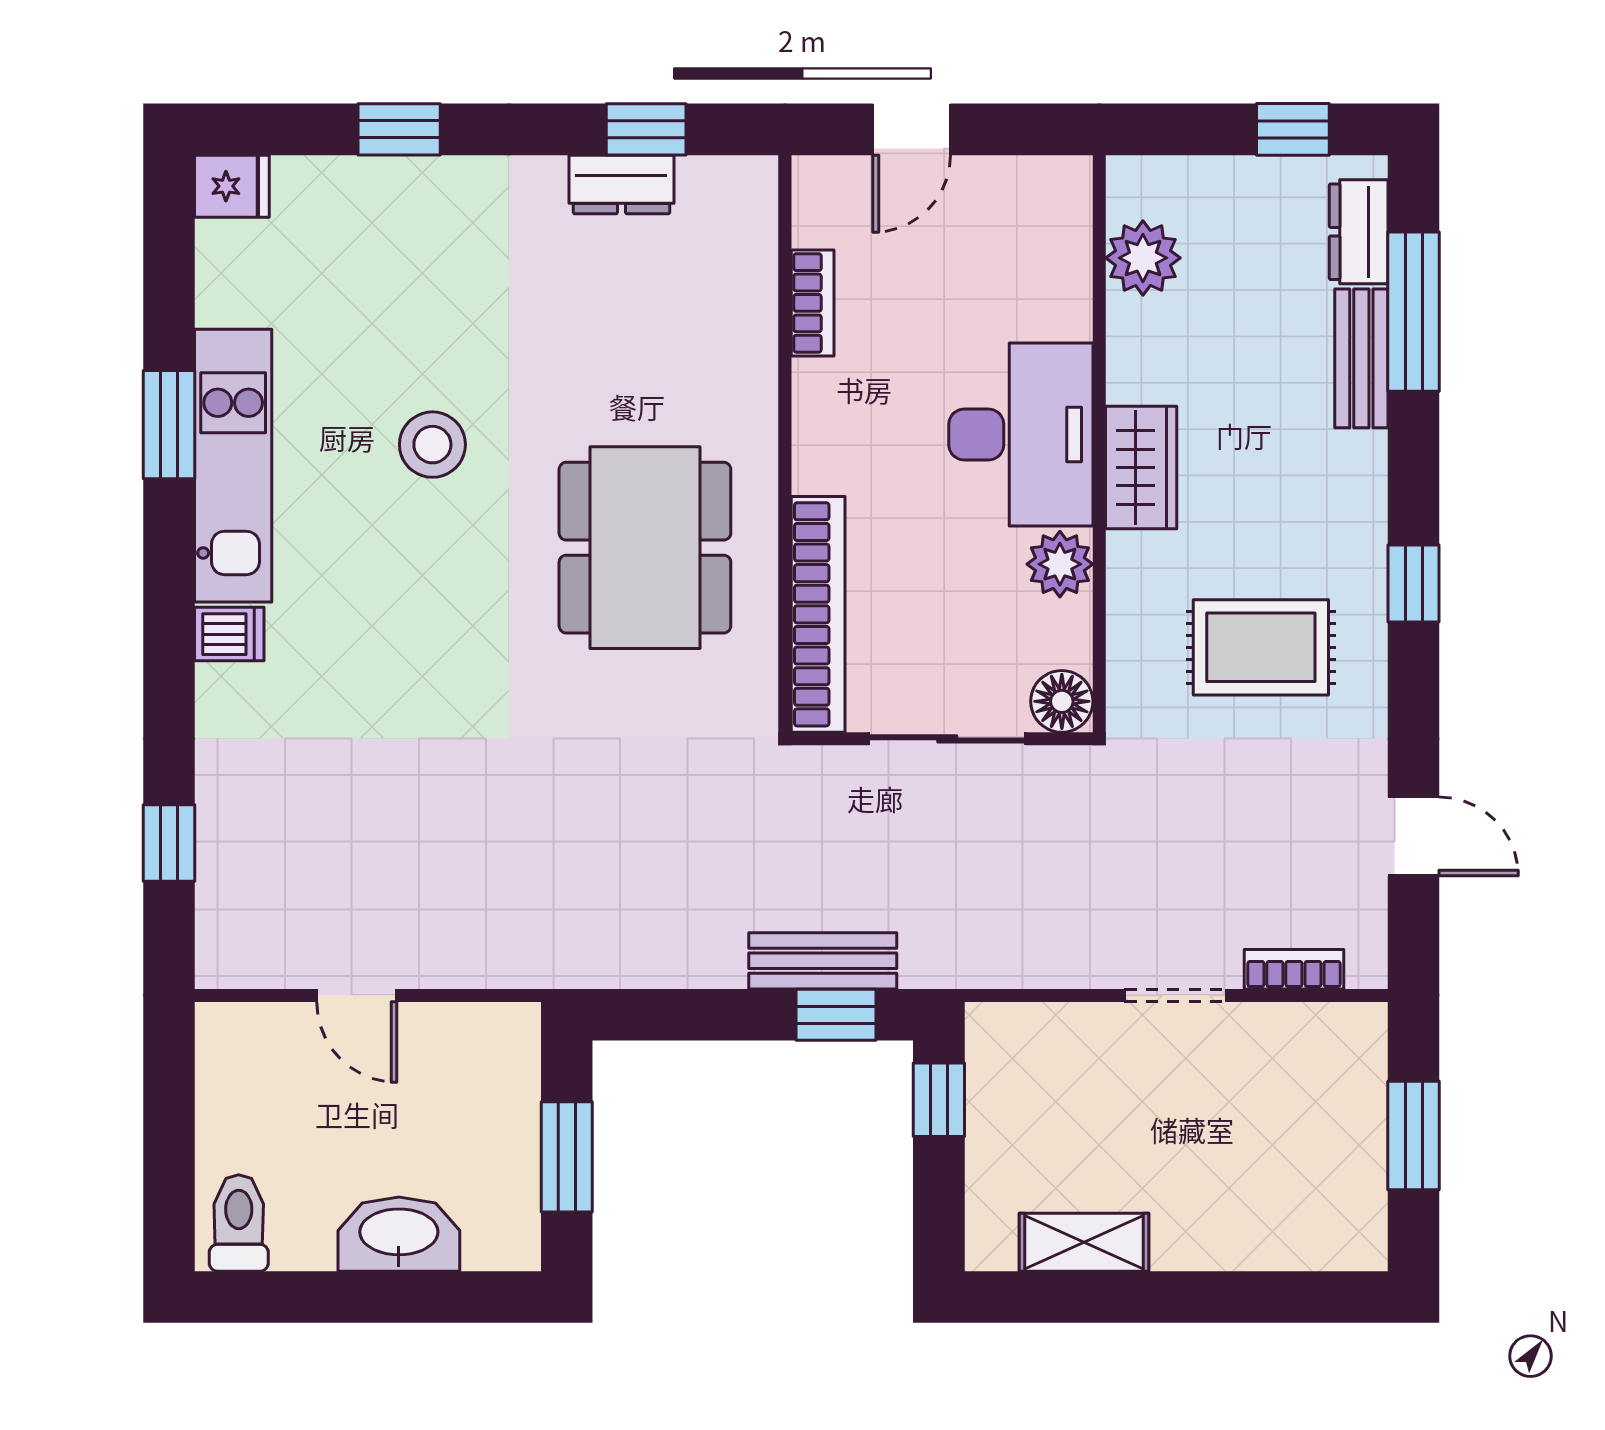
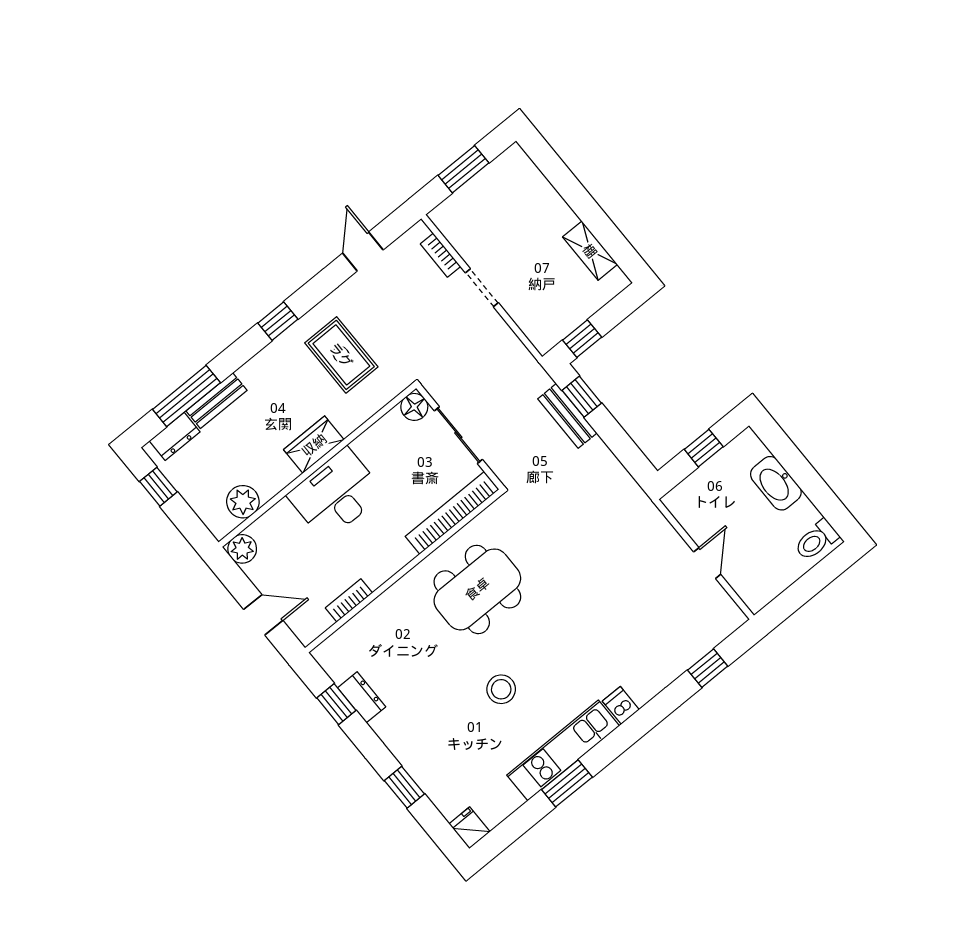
plant: (1060, 564) -> (242, 549), moved
window: (567, 1157) -> (704, 448), width x0.67

